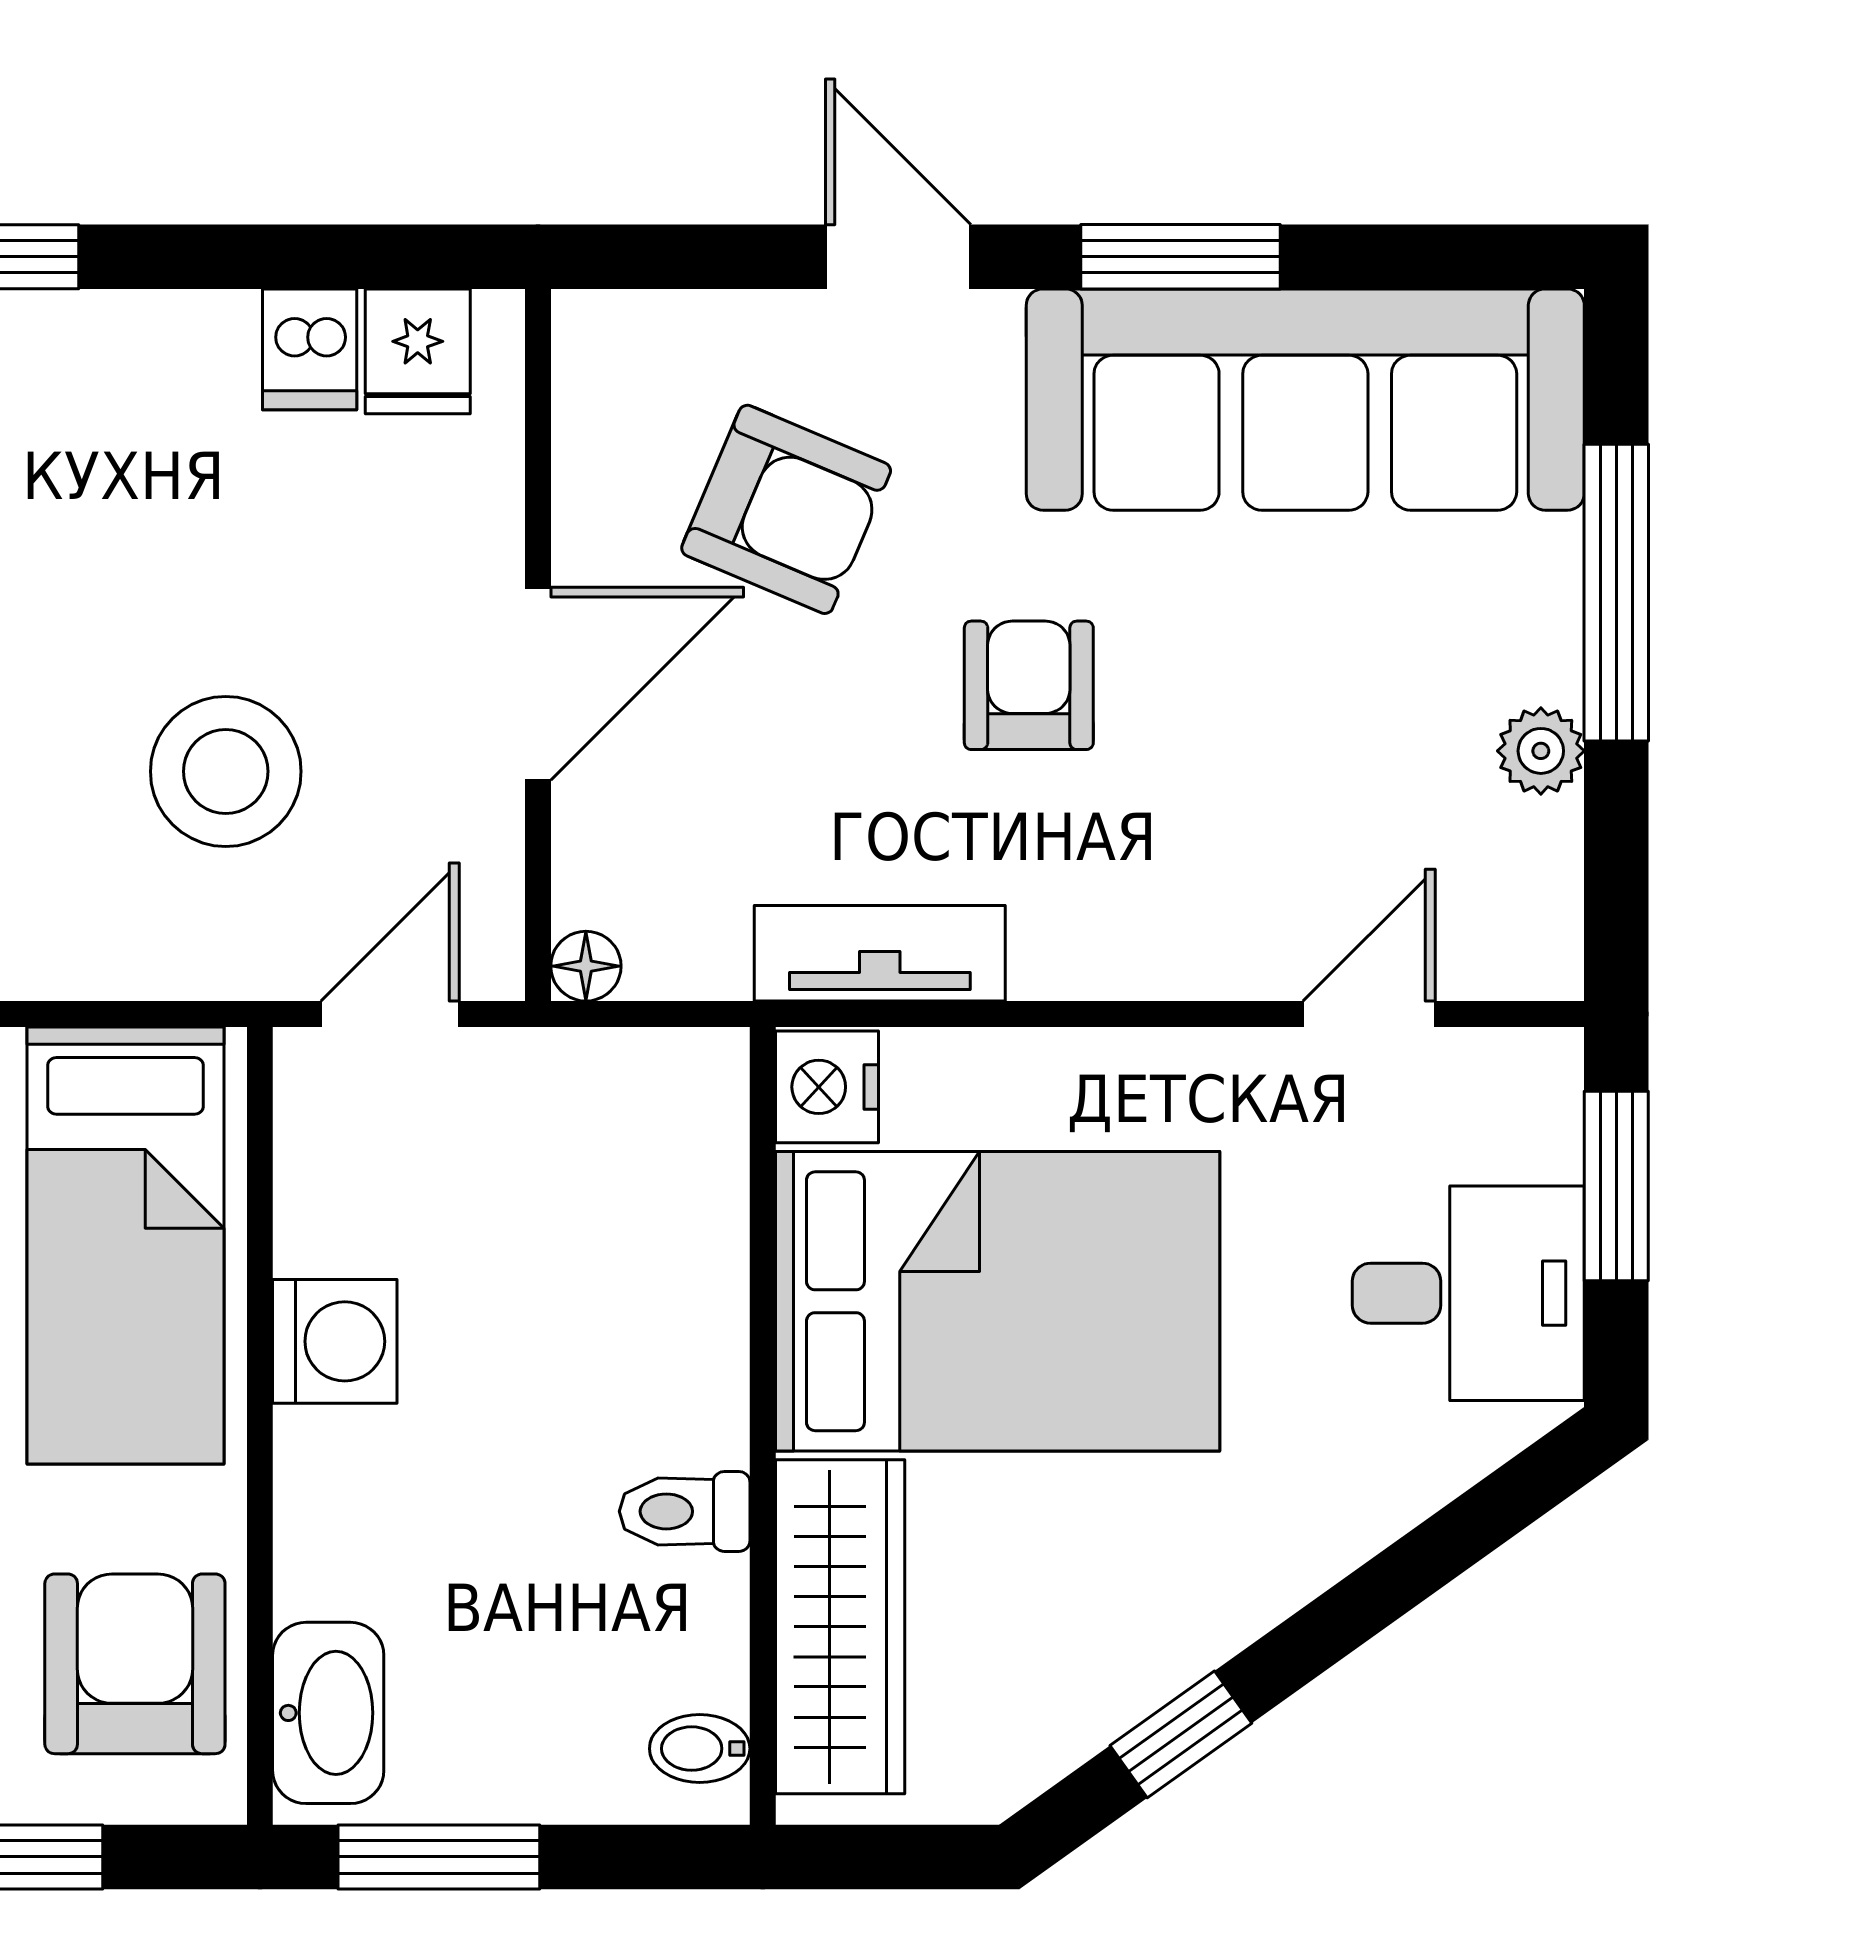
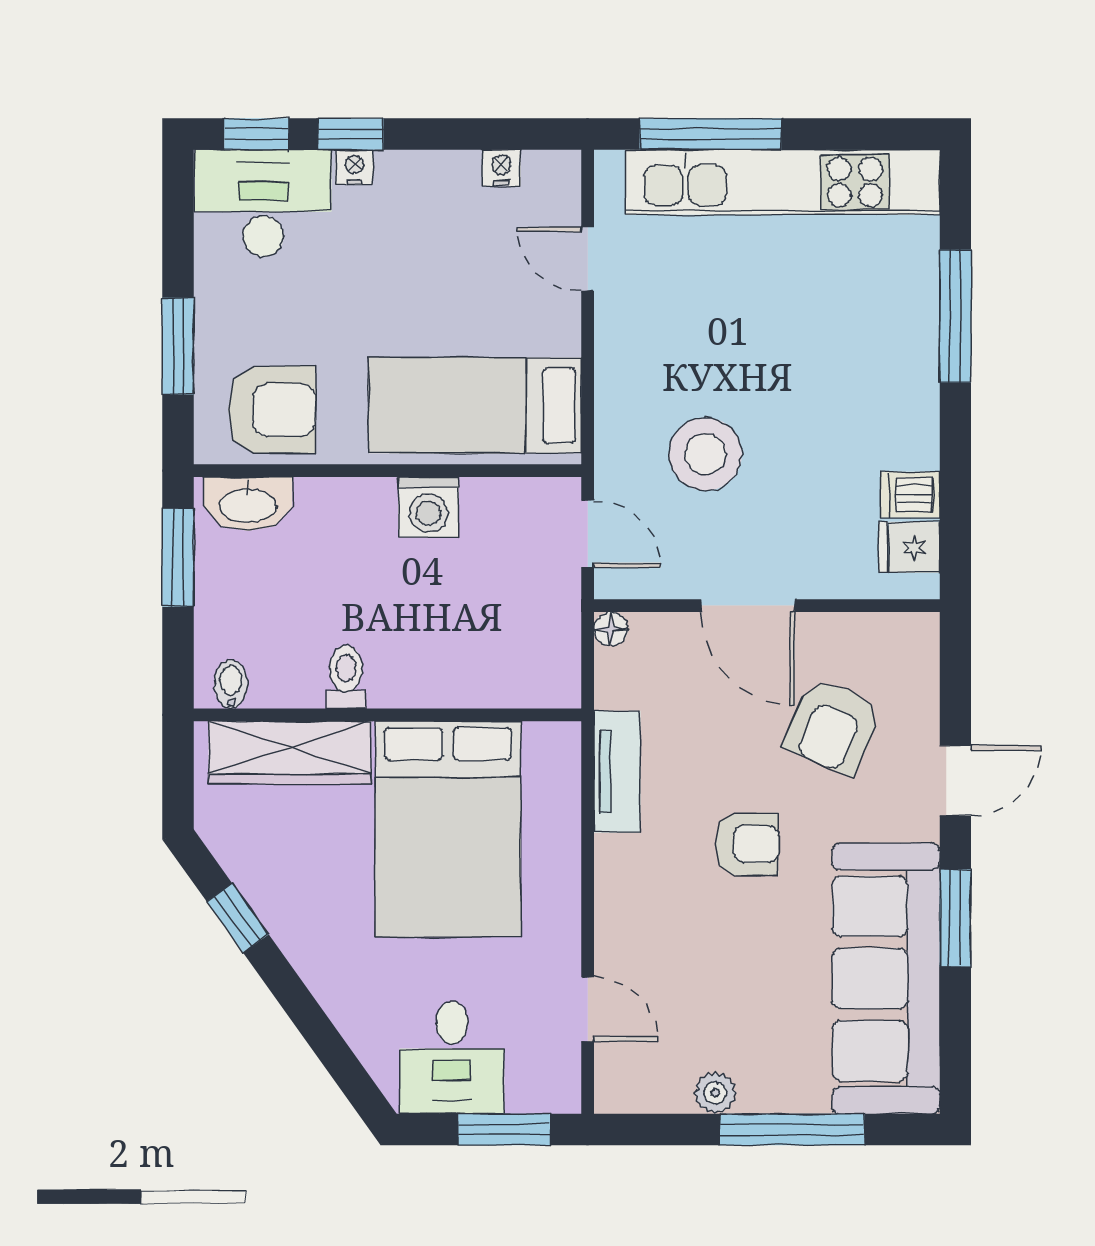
nightstand: (827, 1087) -> (552, 746), removed

